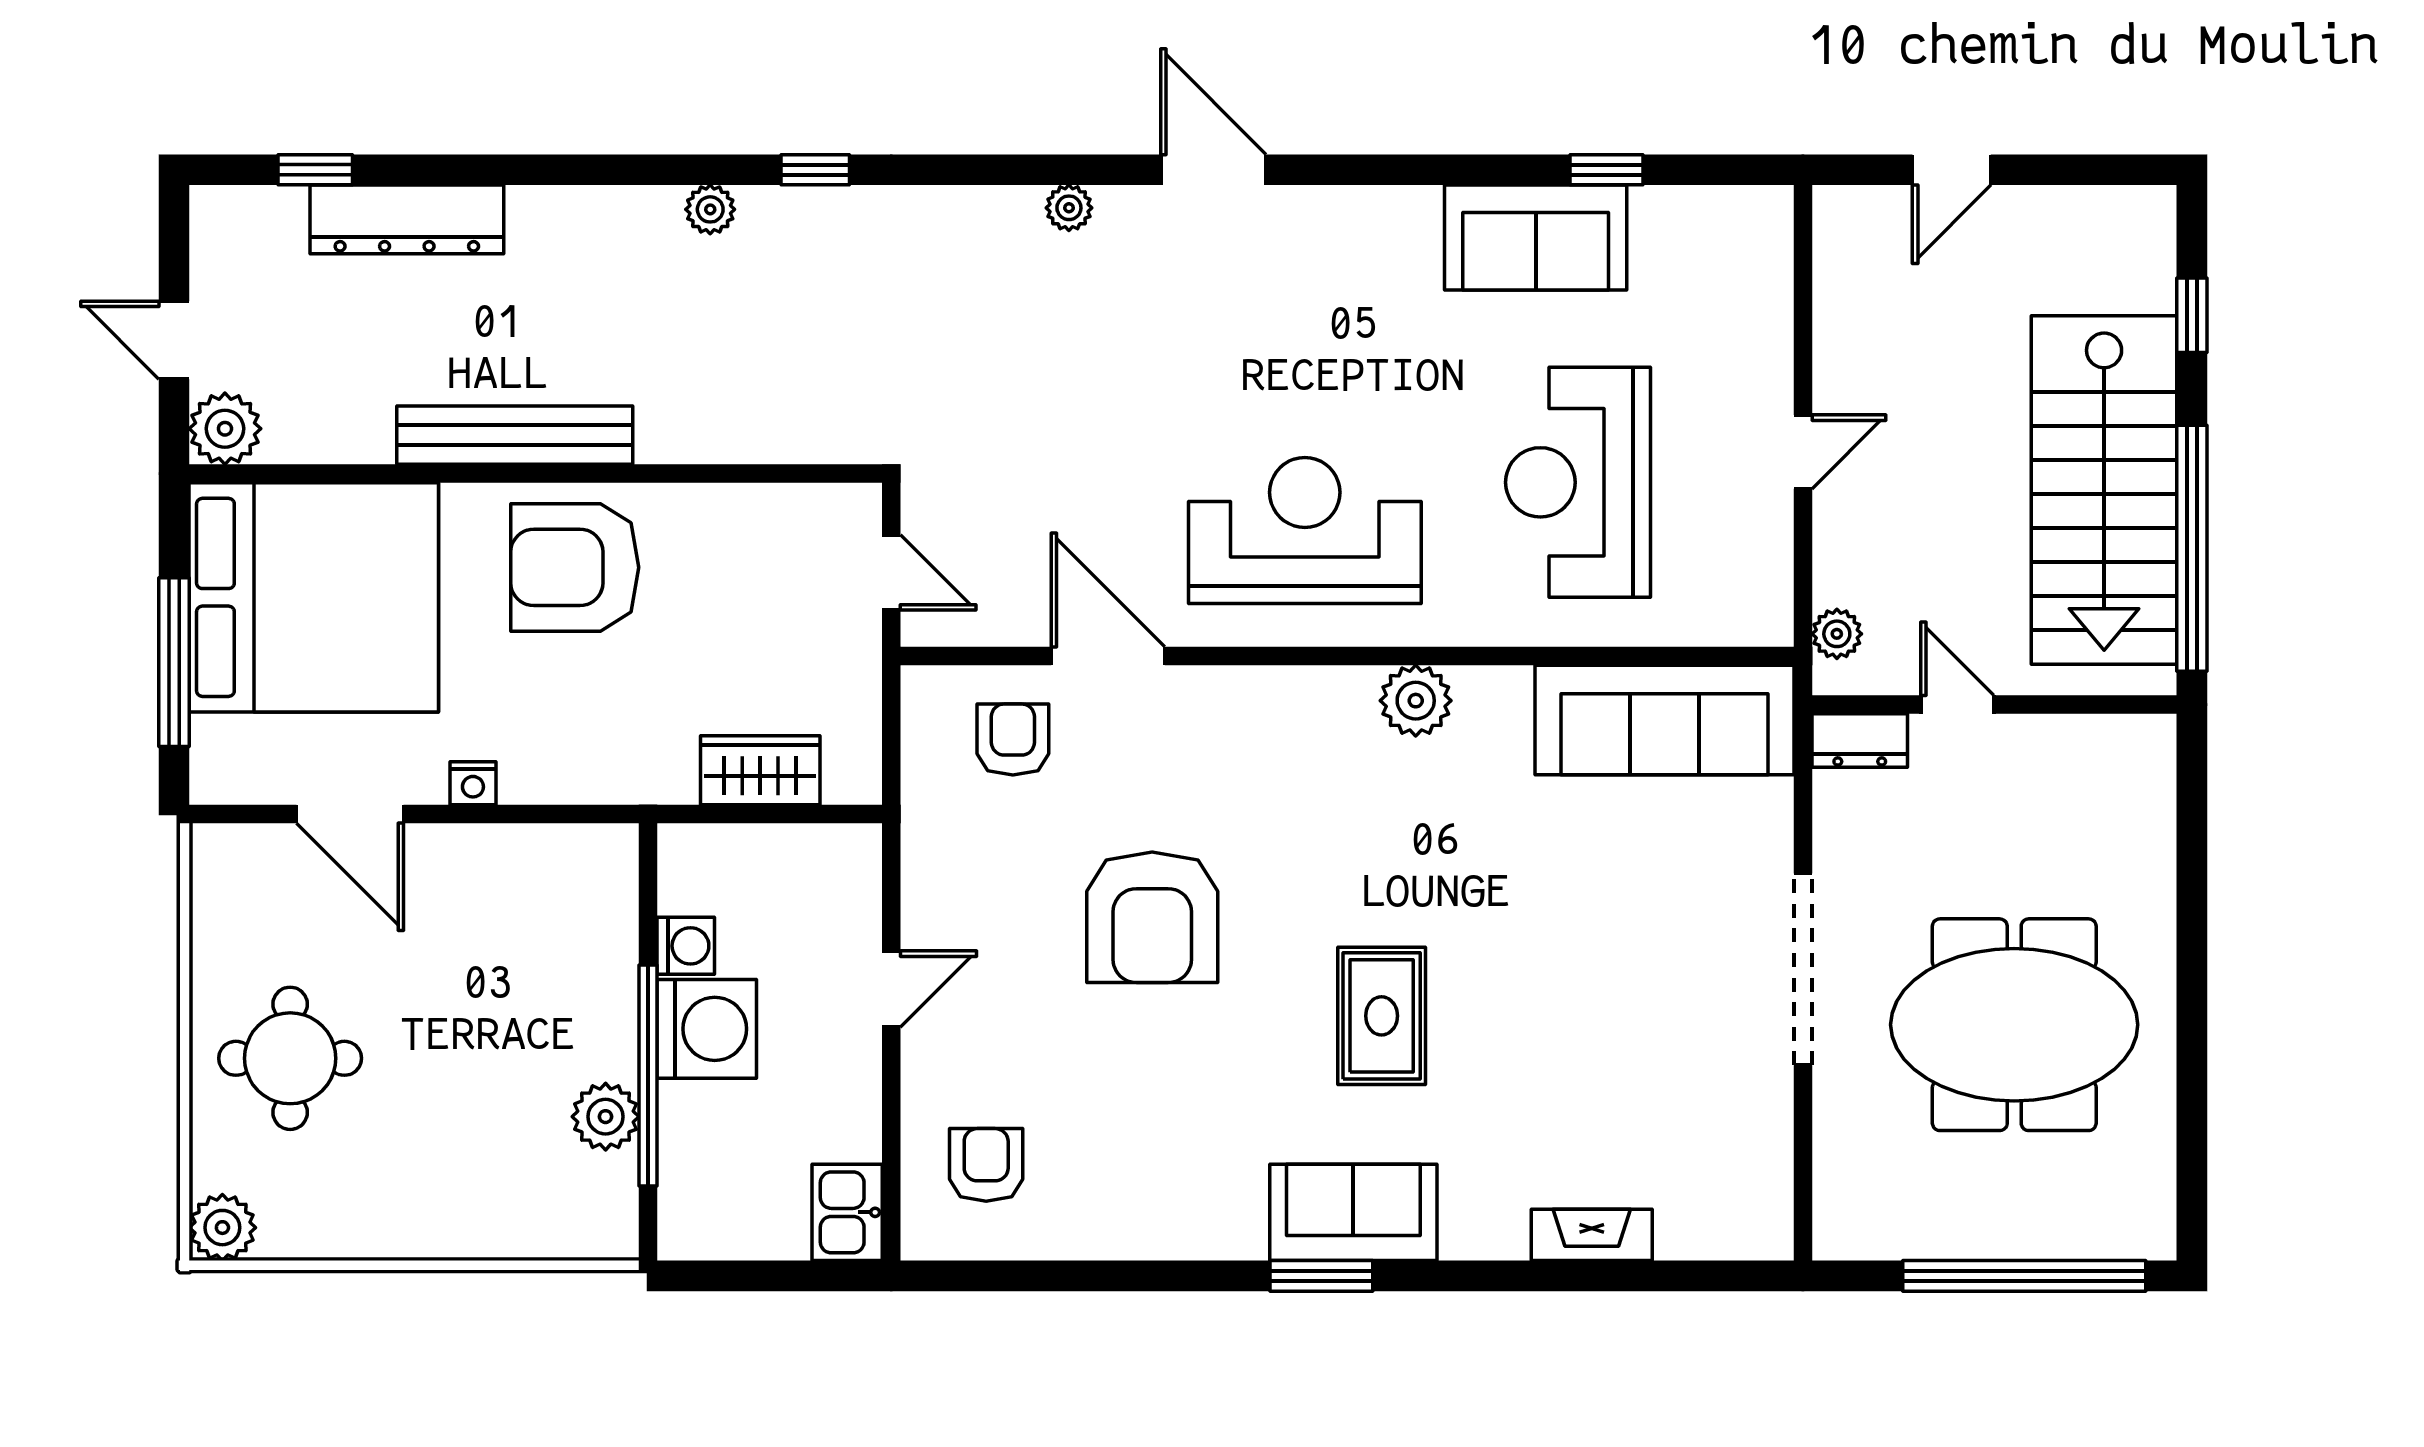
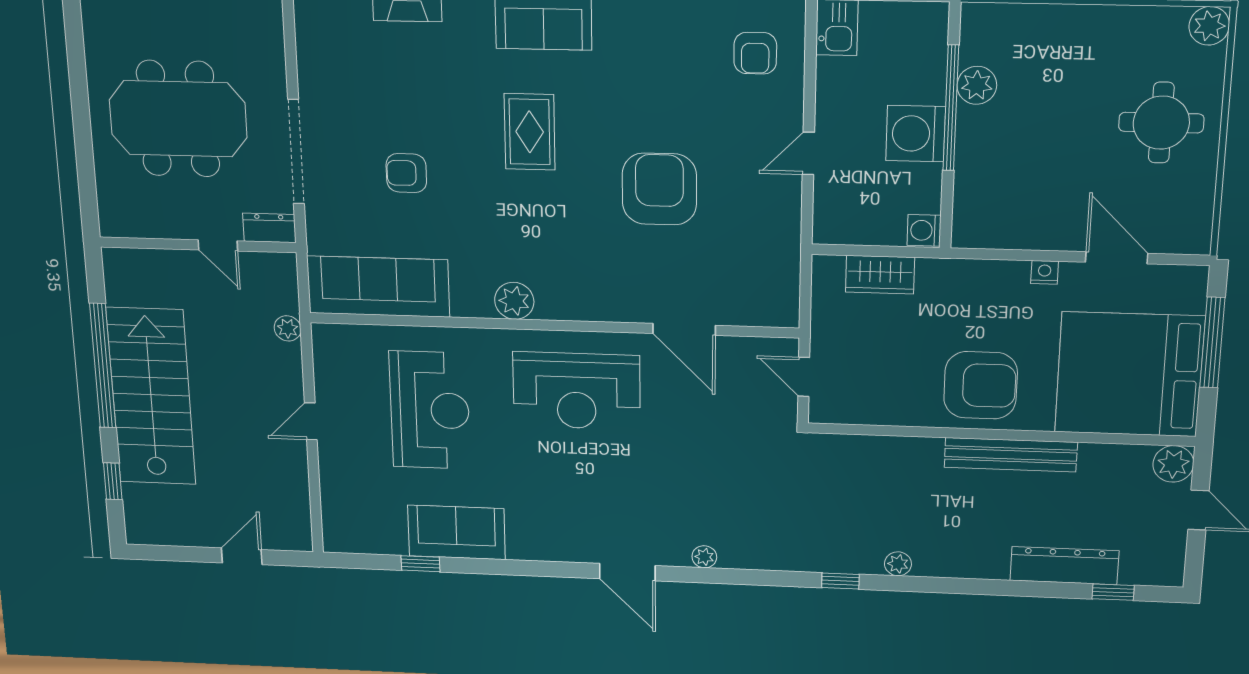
door: (1957, 705) -> (218, 245), moved
wall: (1994, 705) -> (198, 245), moved
armchair: (1013, 740) -> (406, 173), moved, turned 90
dresser: (1860, 741) -> (269, 228), moved
washing machine: (686, 946) -> (924, 230), moved

